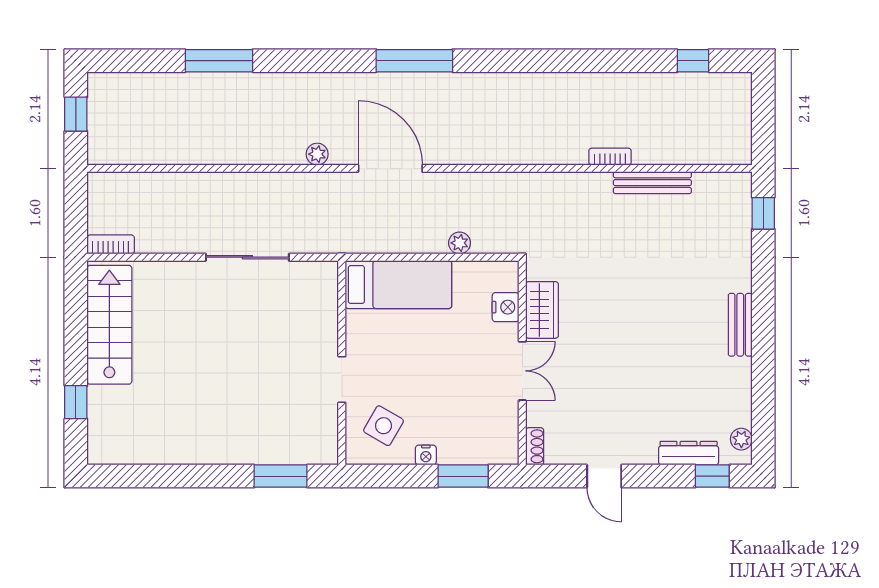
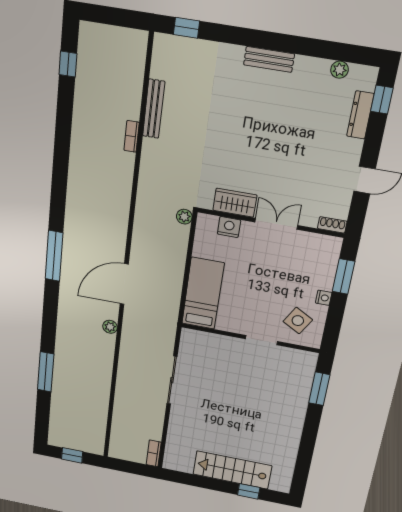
plant: (460, 243) -> (184, 217), moved
stairs: (109, 325) -> (232, 470), moved
plant: (741, 439) -> (340, 70), moved

